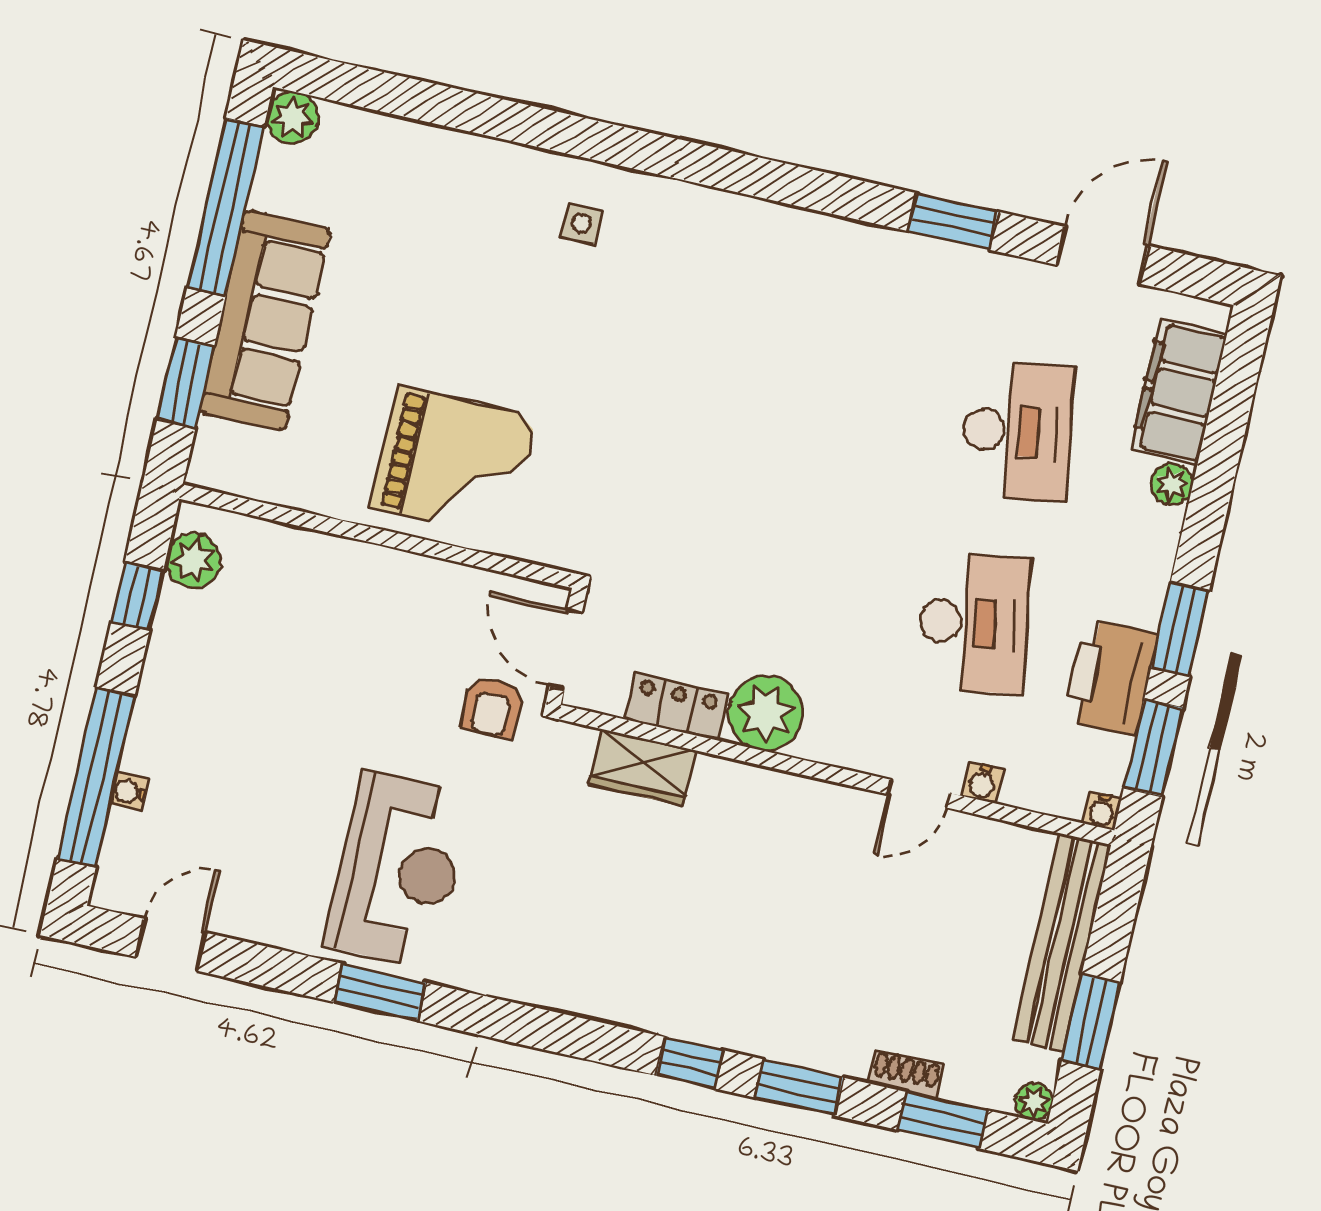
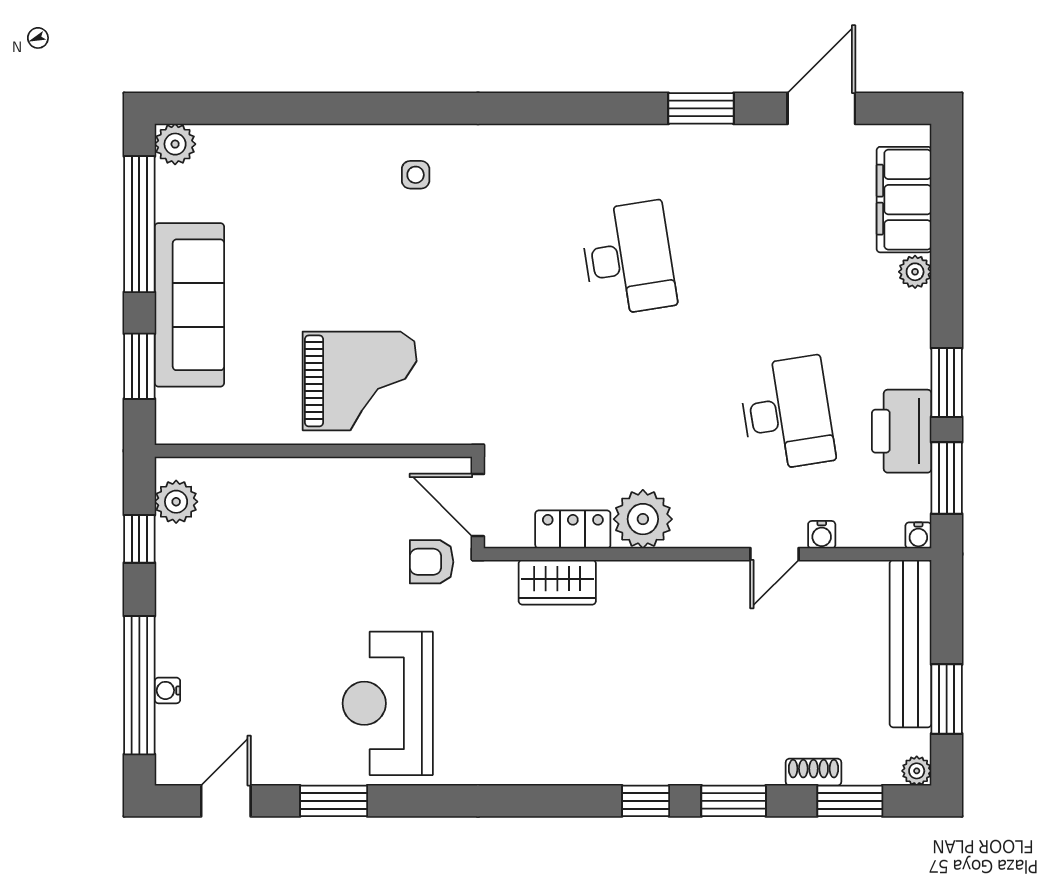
desk: (1017, 431) -> (628, 258), moved
armchair: (492, 707) -> (432, 562), turned 90
reception desk: (398, 870) -> (388, 703), turned 180
window: (380, 992) -> (334, 801), moved

